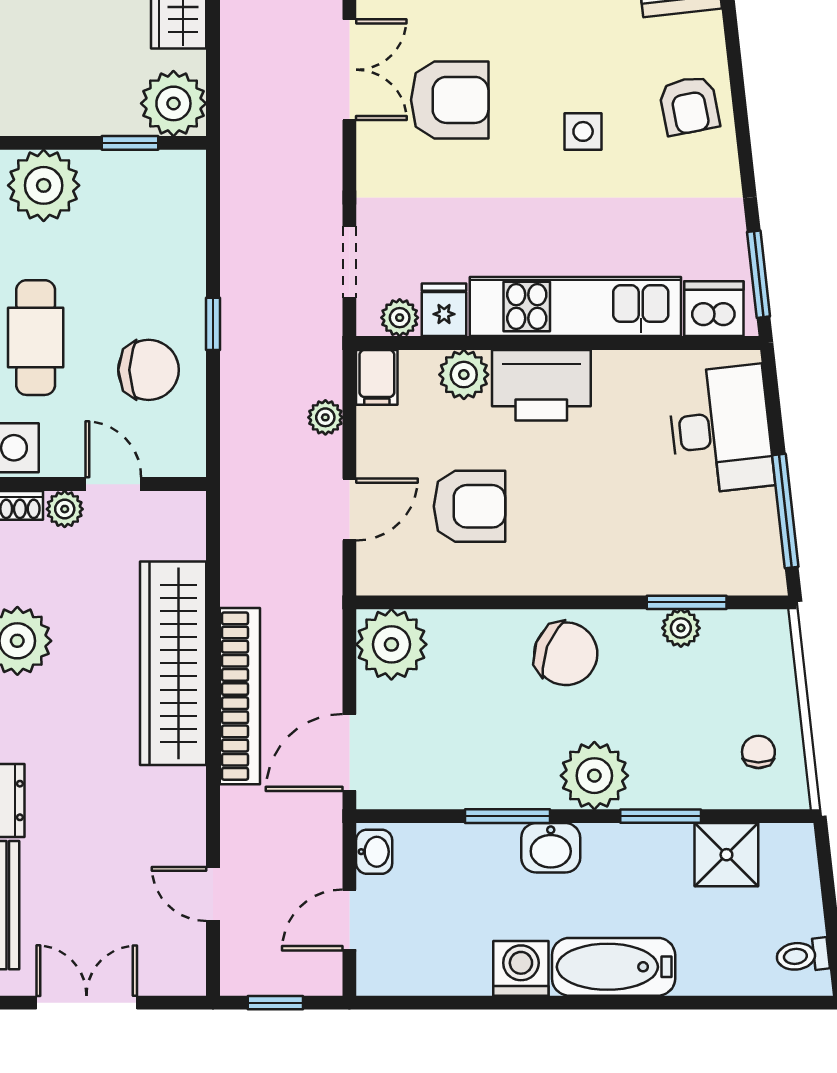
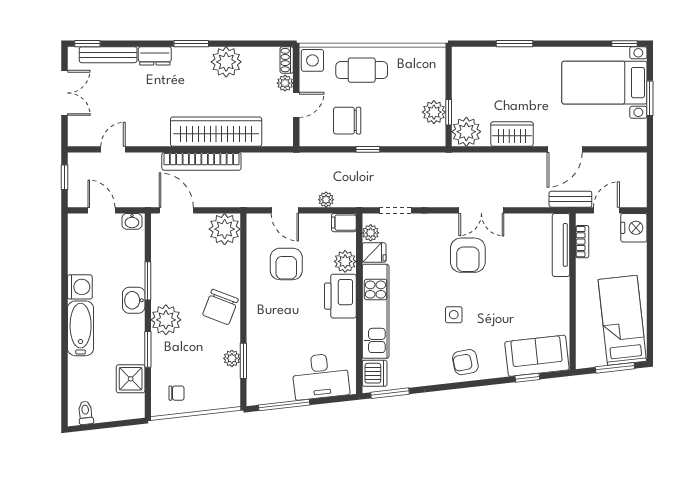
plant: (44, 185) -> (434, 112), moved, width x0.73, depth x0.73
chair: (149, 370) -> (347, 121), turned 90

